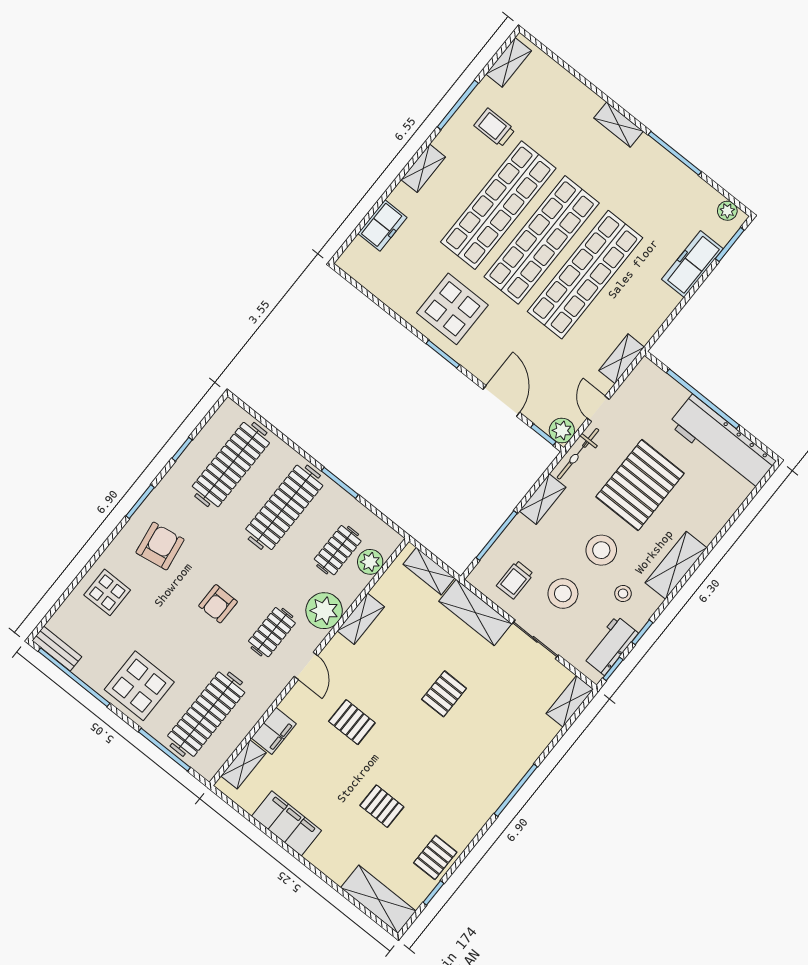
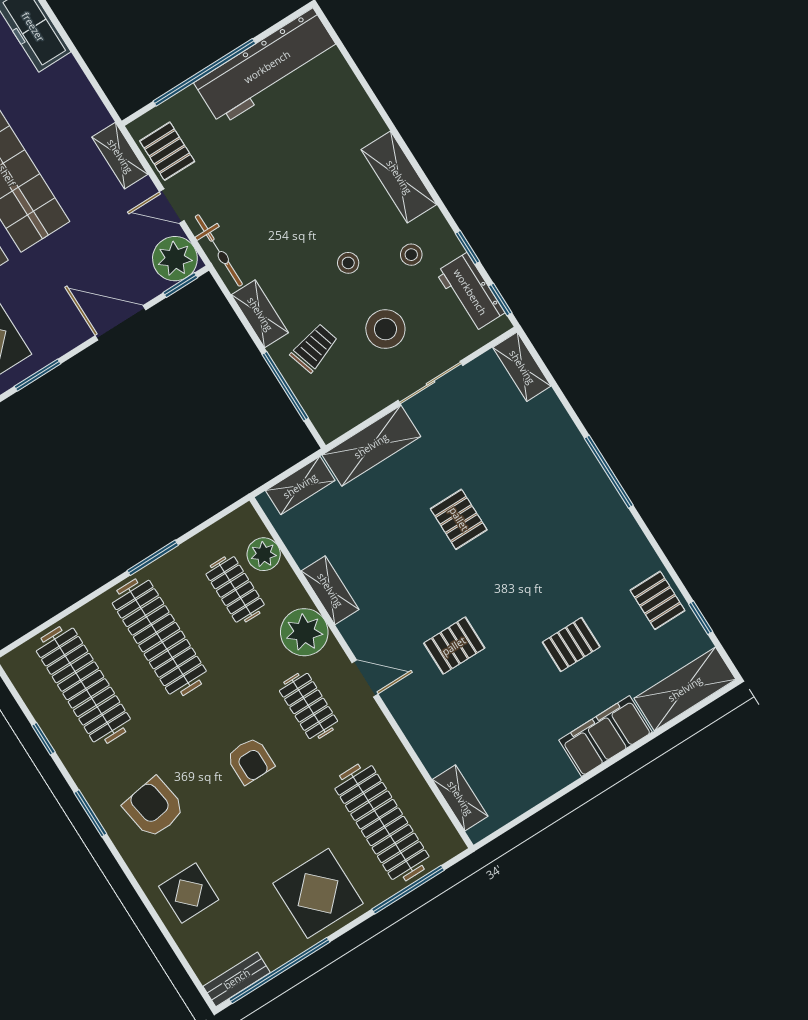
plant: (562, 431) -> (175, 259), width x1.36, depth x1.36
pallet: (640, 485) -> (167, 151), moved, width x0.49, depth x0.50
stool: (601, 550) -> (348, 263), width x0.53, depth x0.53
trolley: (515, 580) -> (314, 348), moved, turned -107
filing cabinet: (274, 731) -> (432, 746), removed
filing cabinet: (287, 823) -> (605, 736), moved

